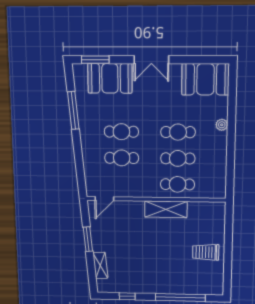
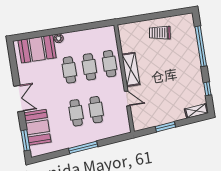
booth: (205, 79) -> (37, 49), moved, turned 90
window: (73, 110) -> (83, 147), moved
door: (104, 199) -> (127, 98), moved
trolley: (206, 252) -> (160, 33), turned 98
shelving: (100, 266) -> (196, 111), moved

